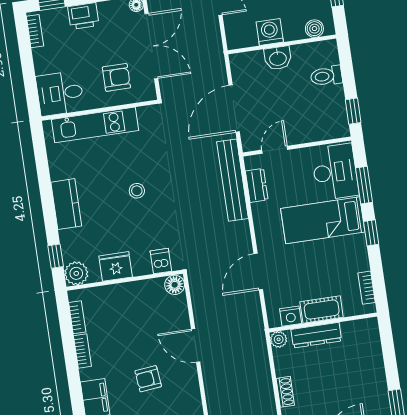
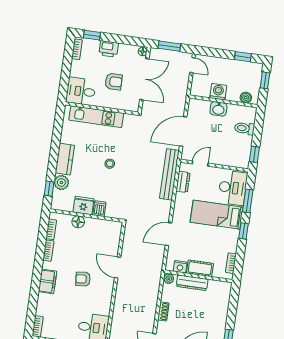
armchair: (116, 77) -> (114, 82), moved
dishwasher: (161, 261) -> (99, 209), moved
plant: (76, 273) -> (61, 182), moved
floor lamp: (175, 285) -> (78, 222), moved

